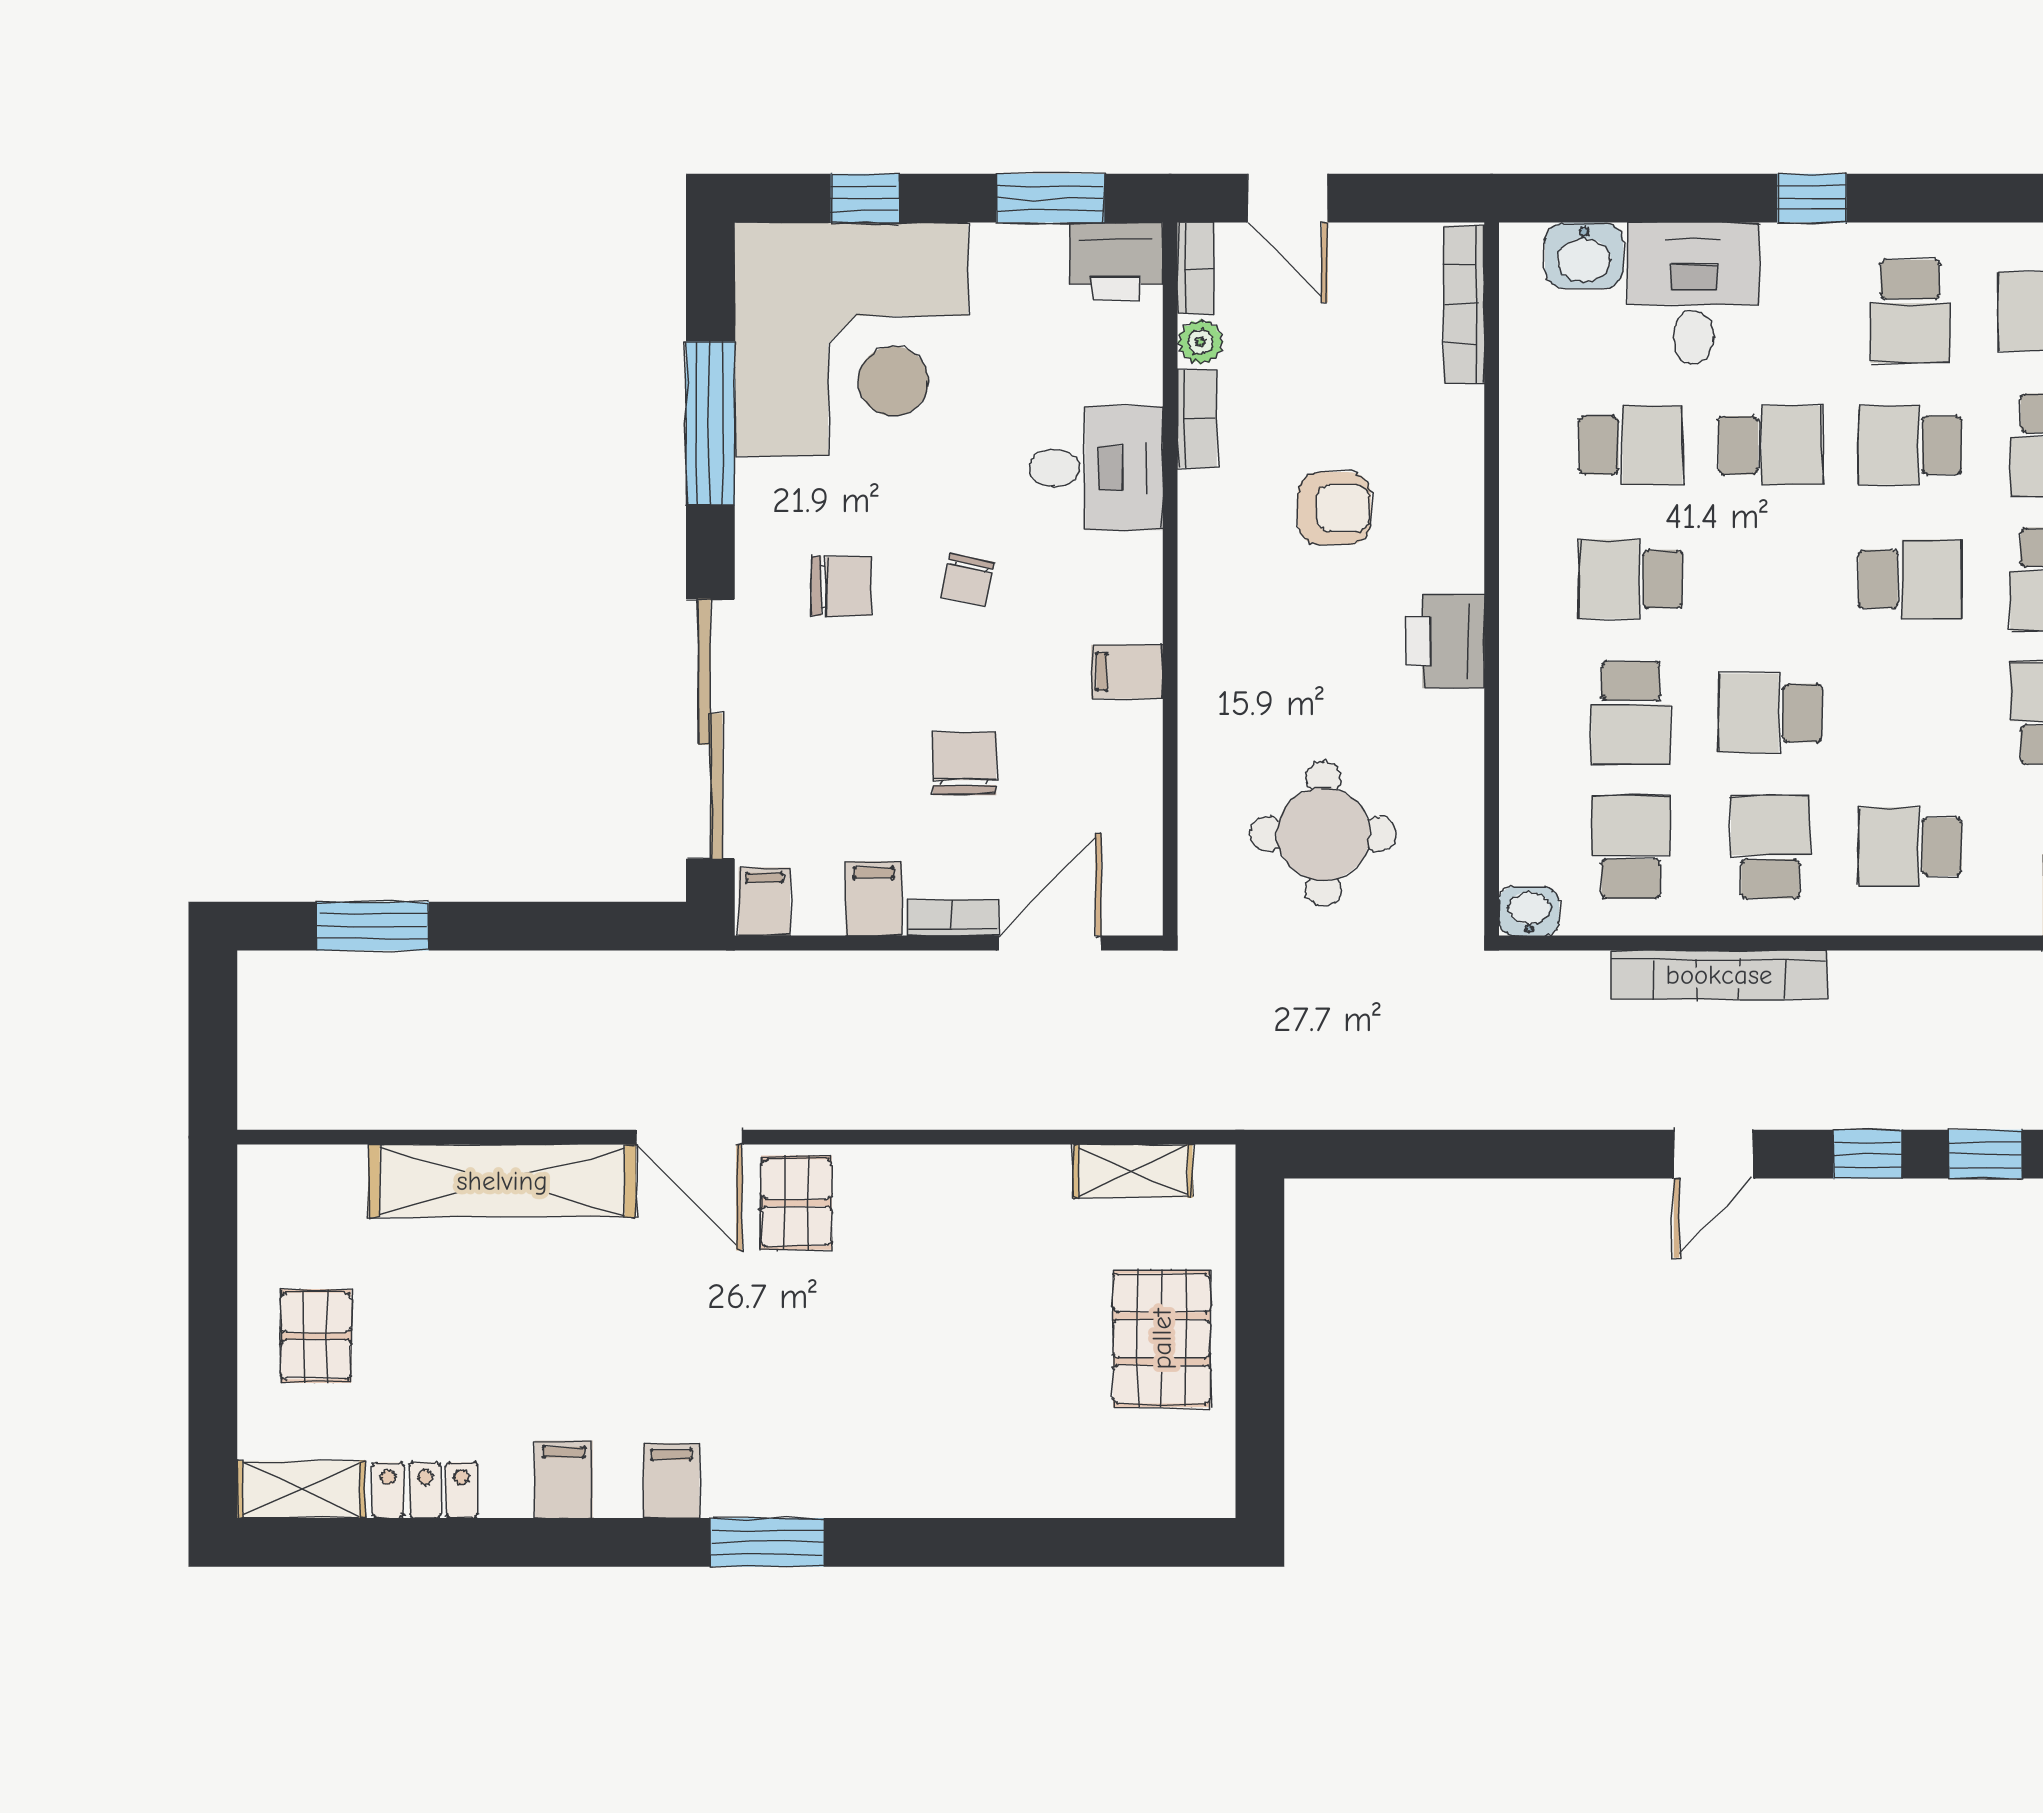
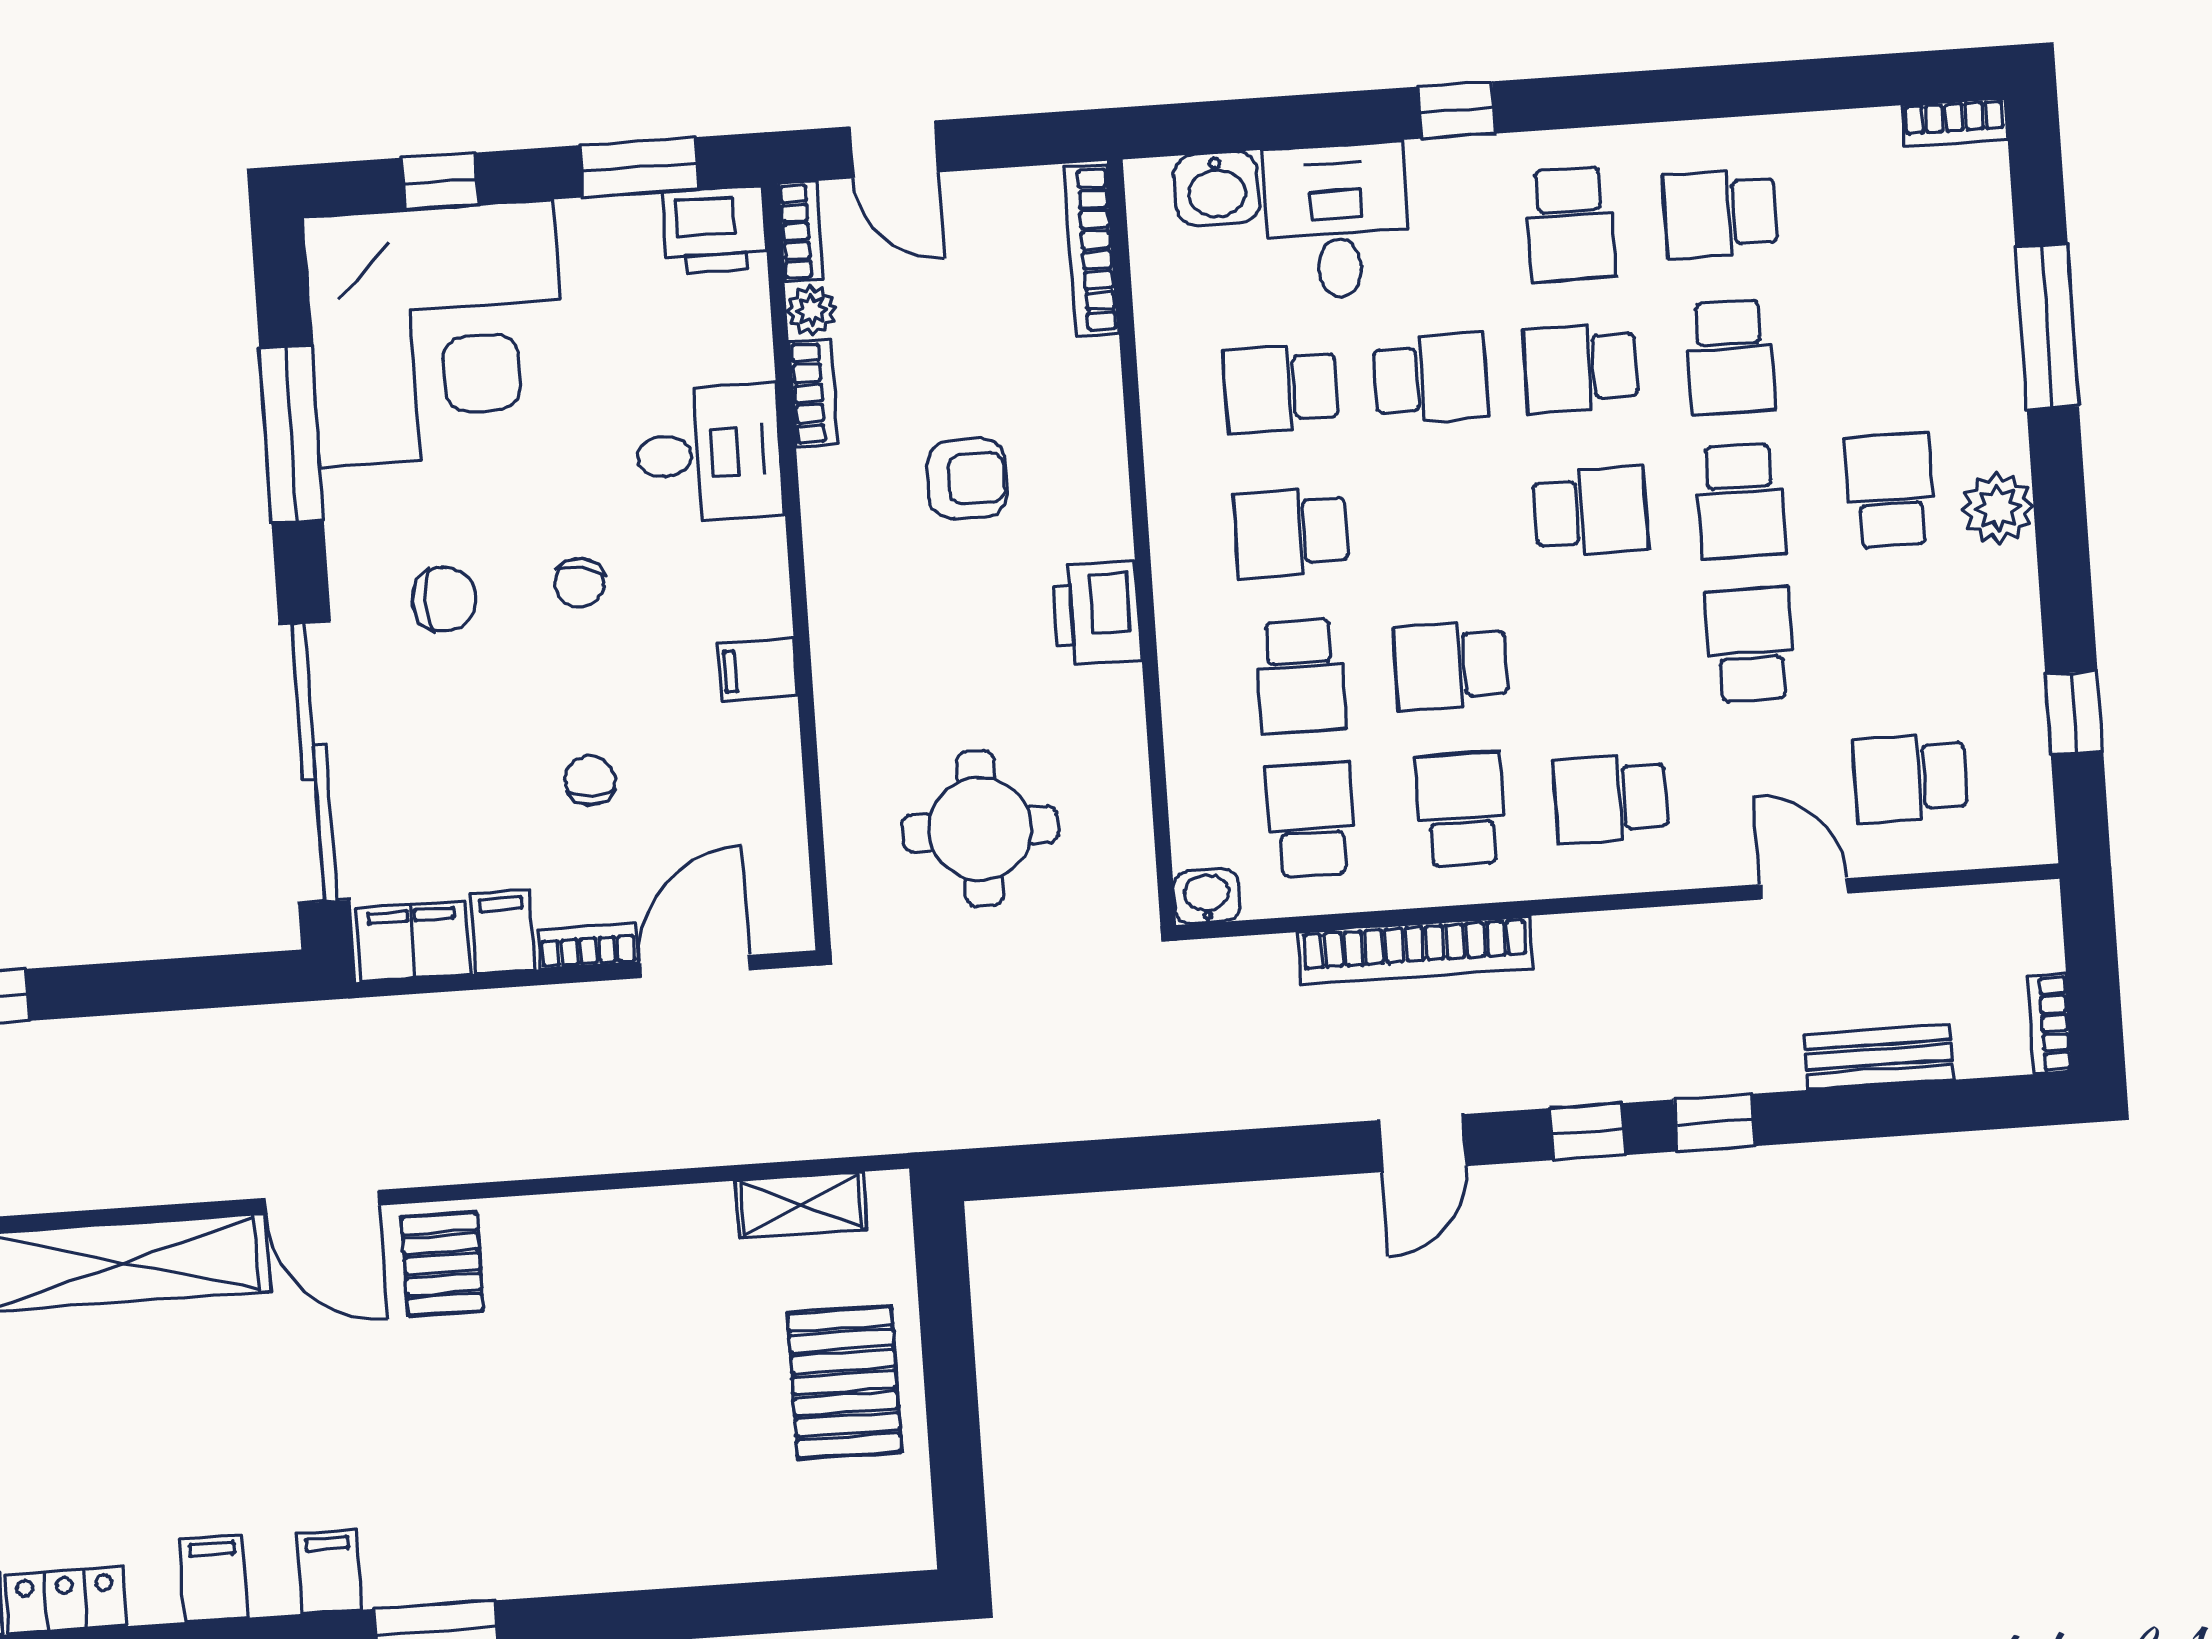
school desk: (1631, 445) -> (1281, 389), turned 180
chair: (965, 764) -> (590, 780), width x0.73, depth x0.73
filing cabinet: (764, 902) -> (413, 941), width x2.00

